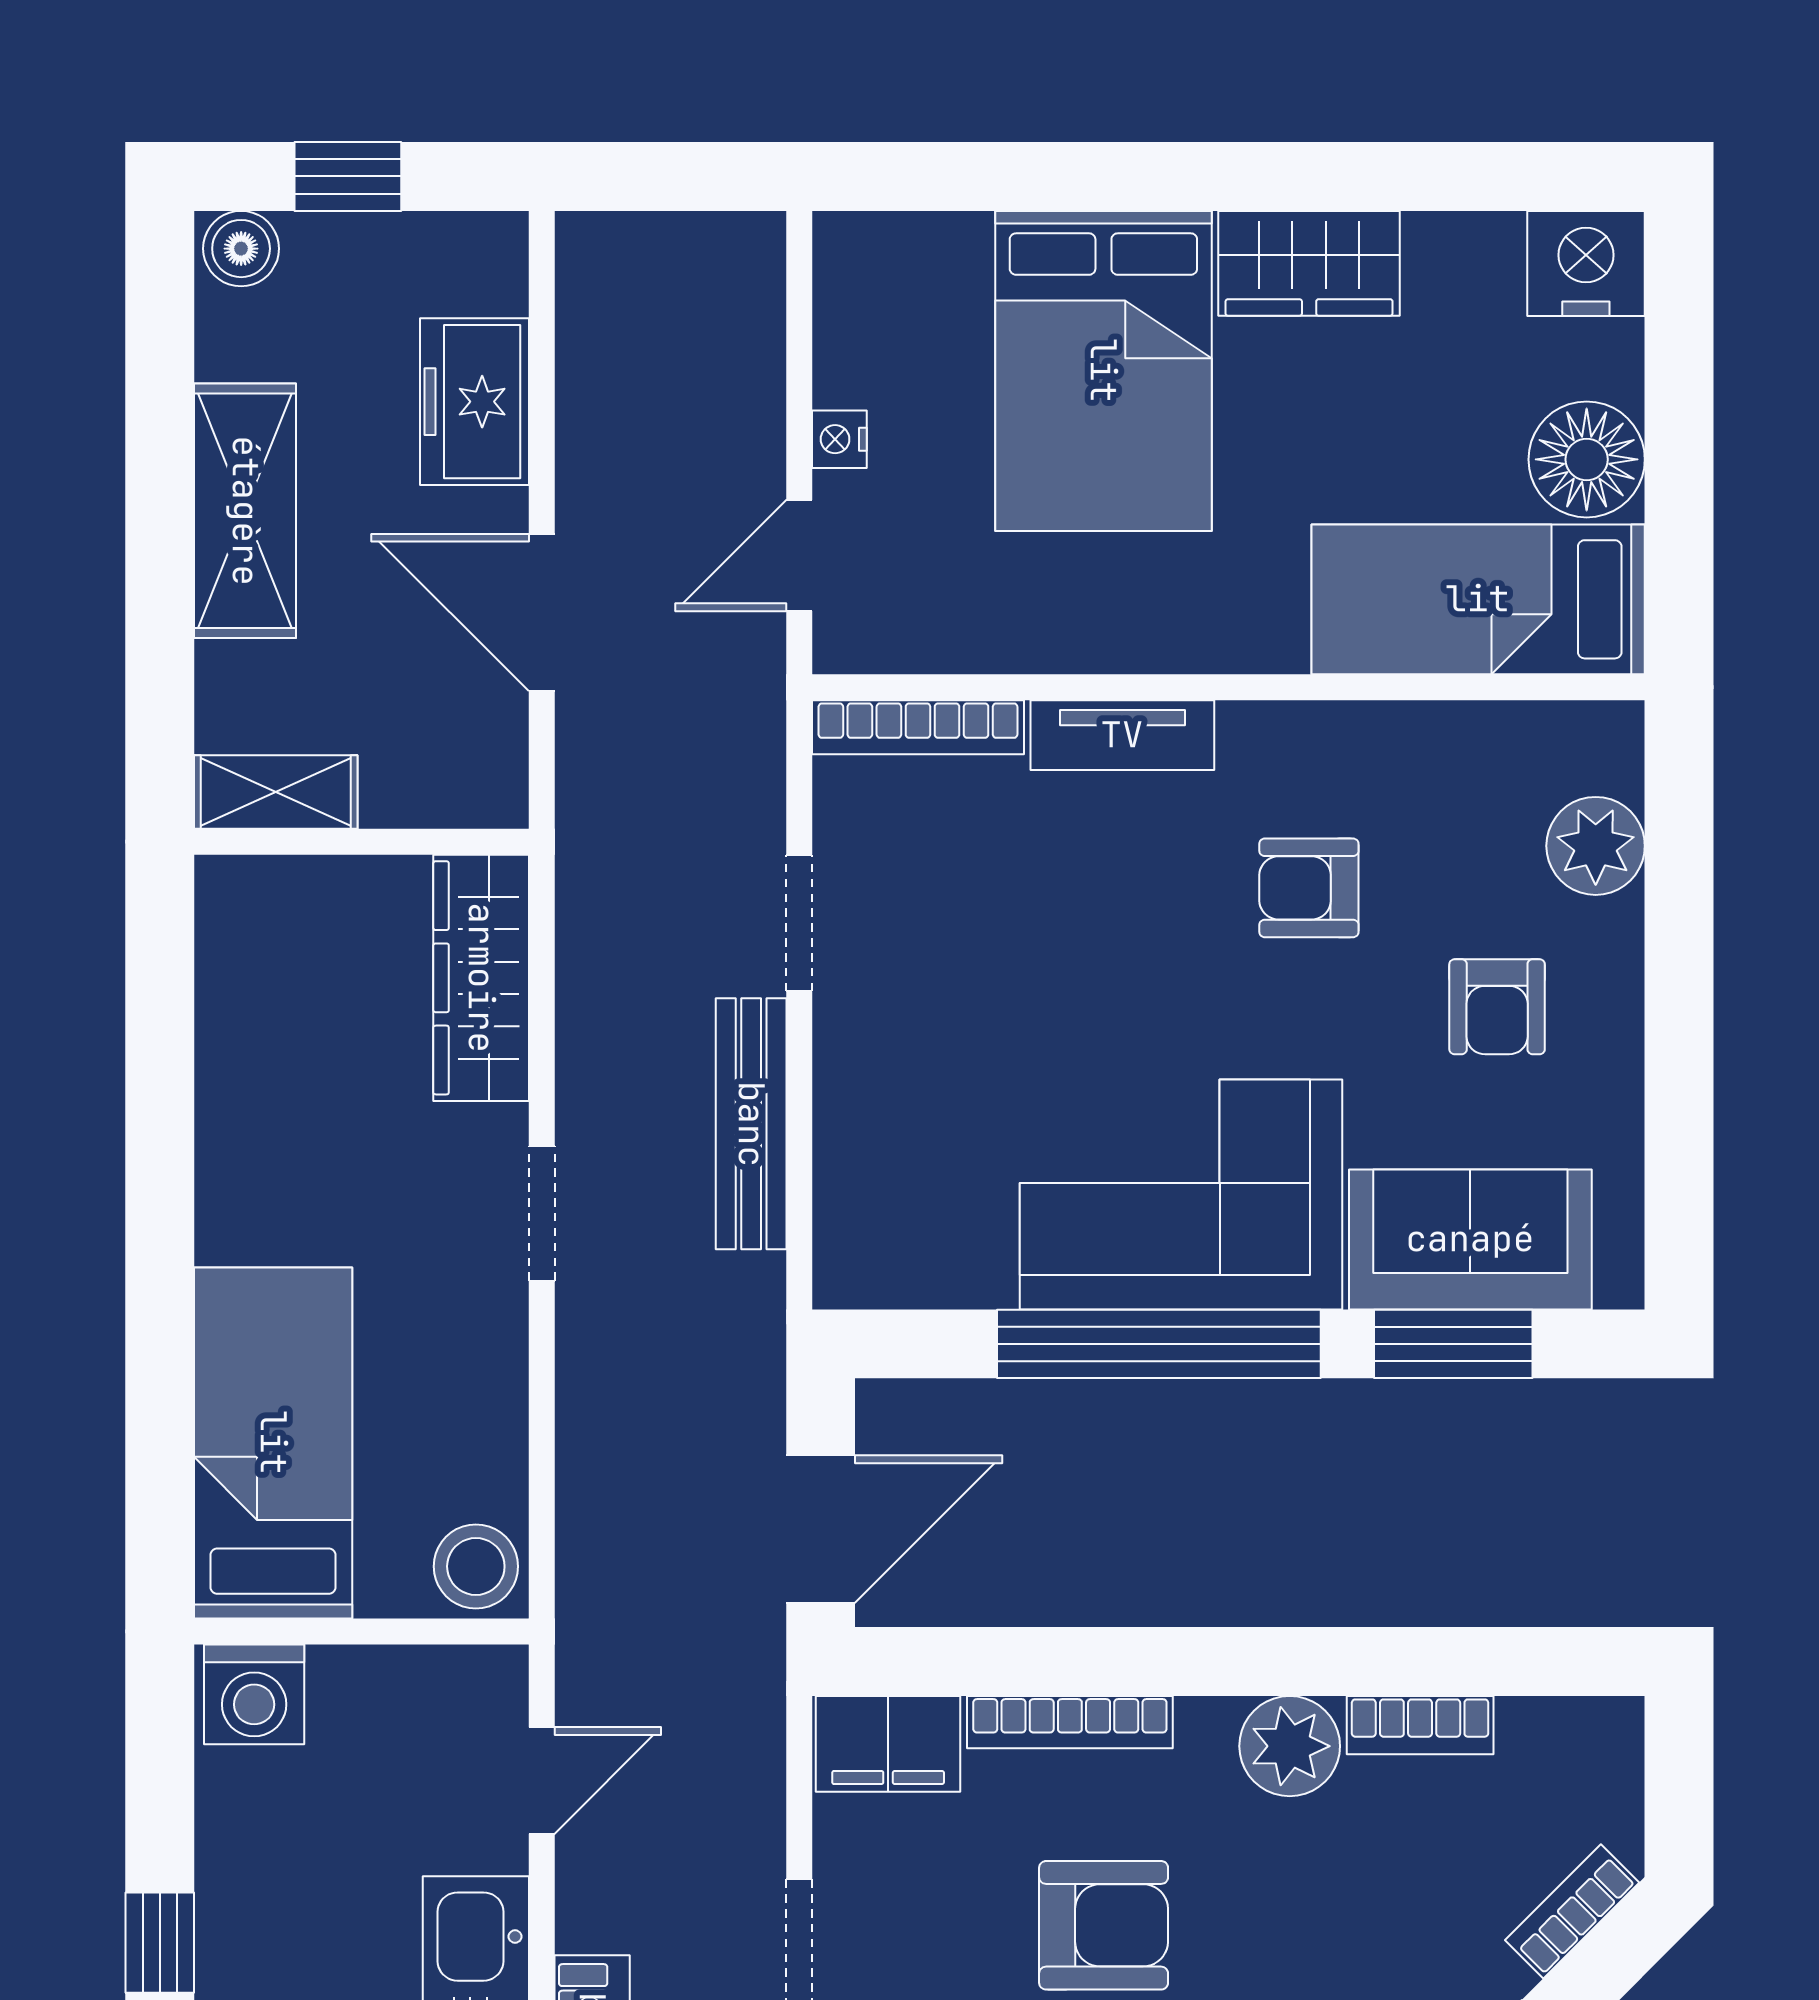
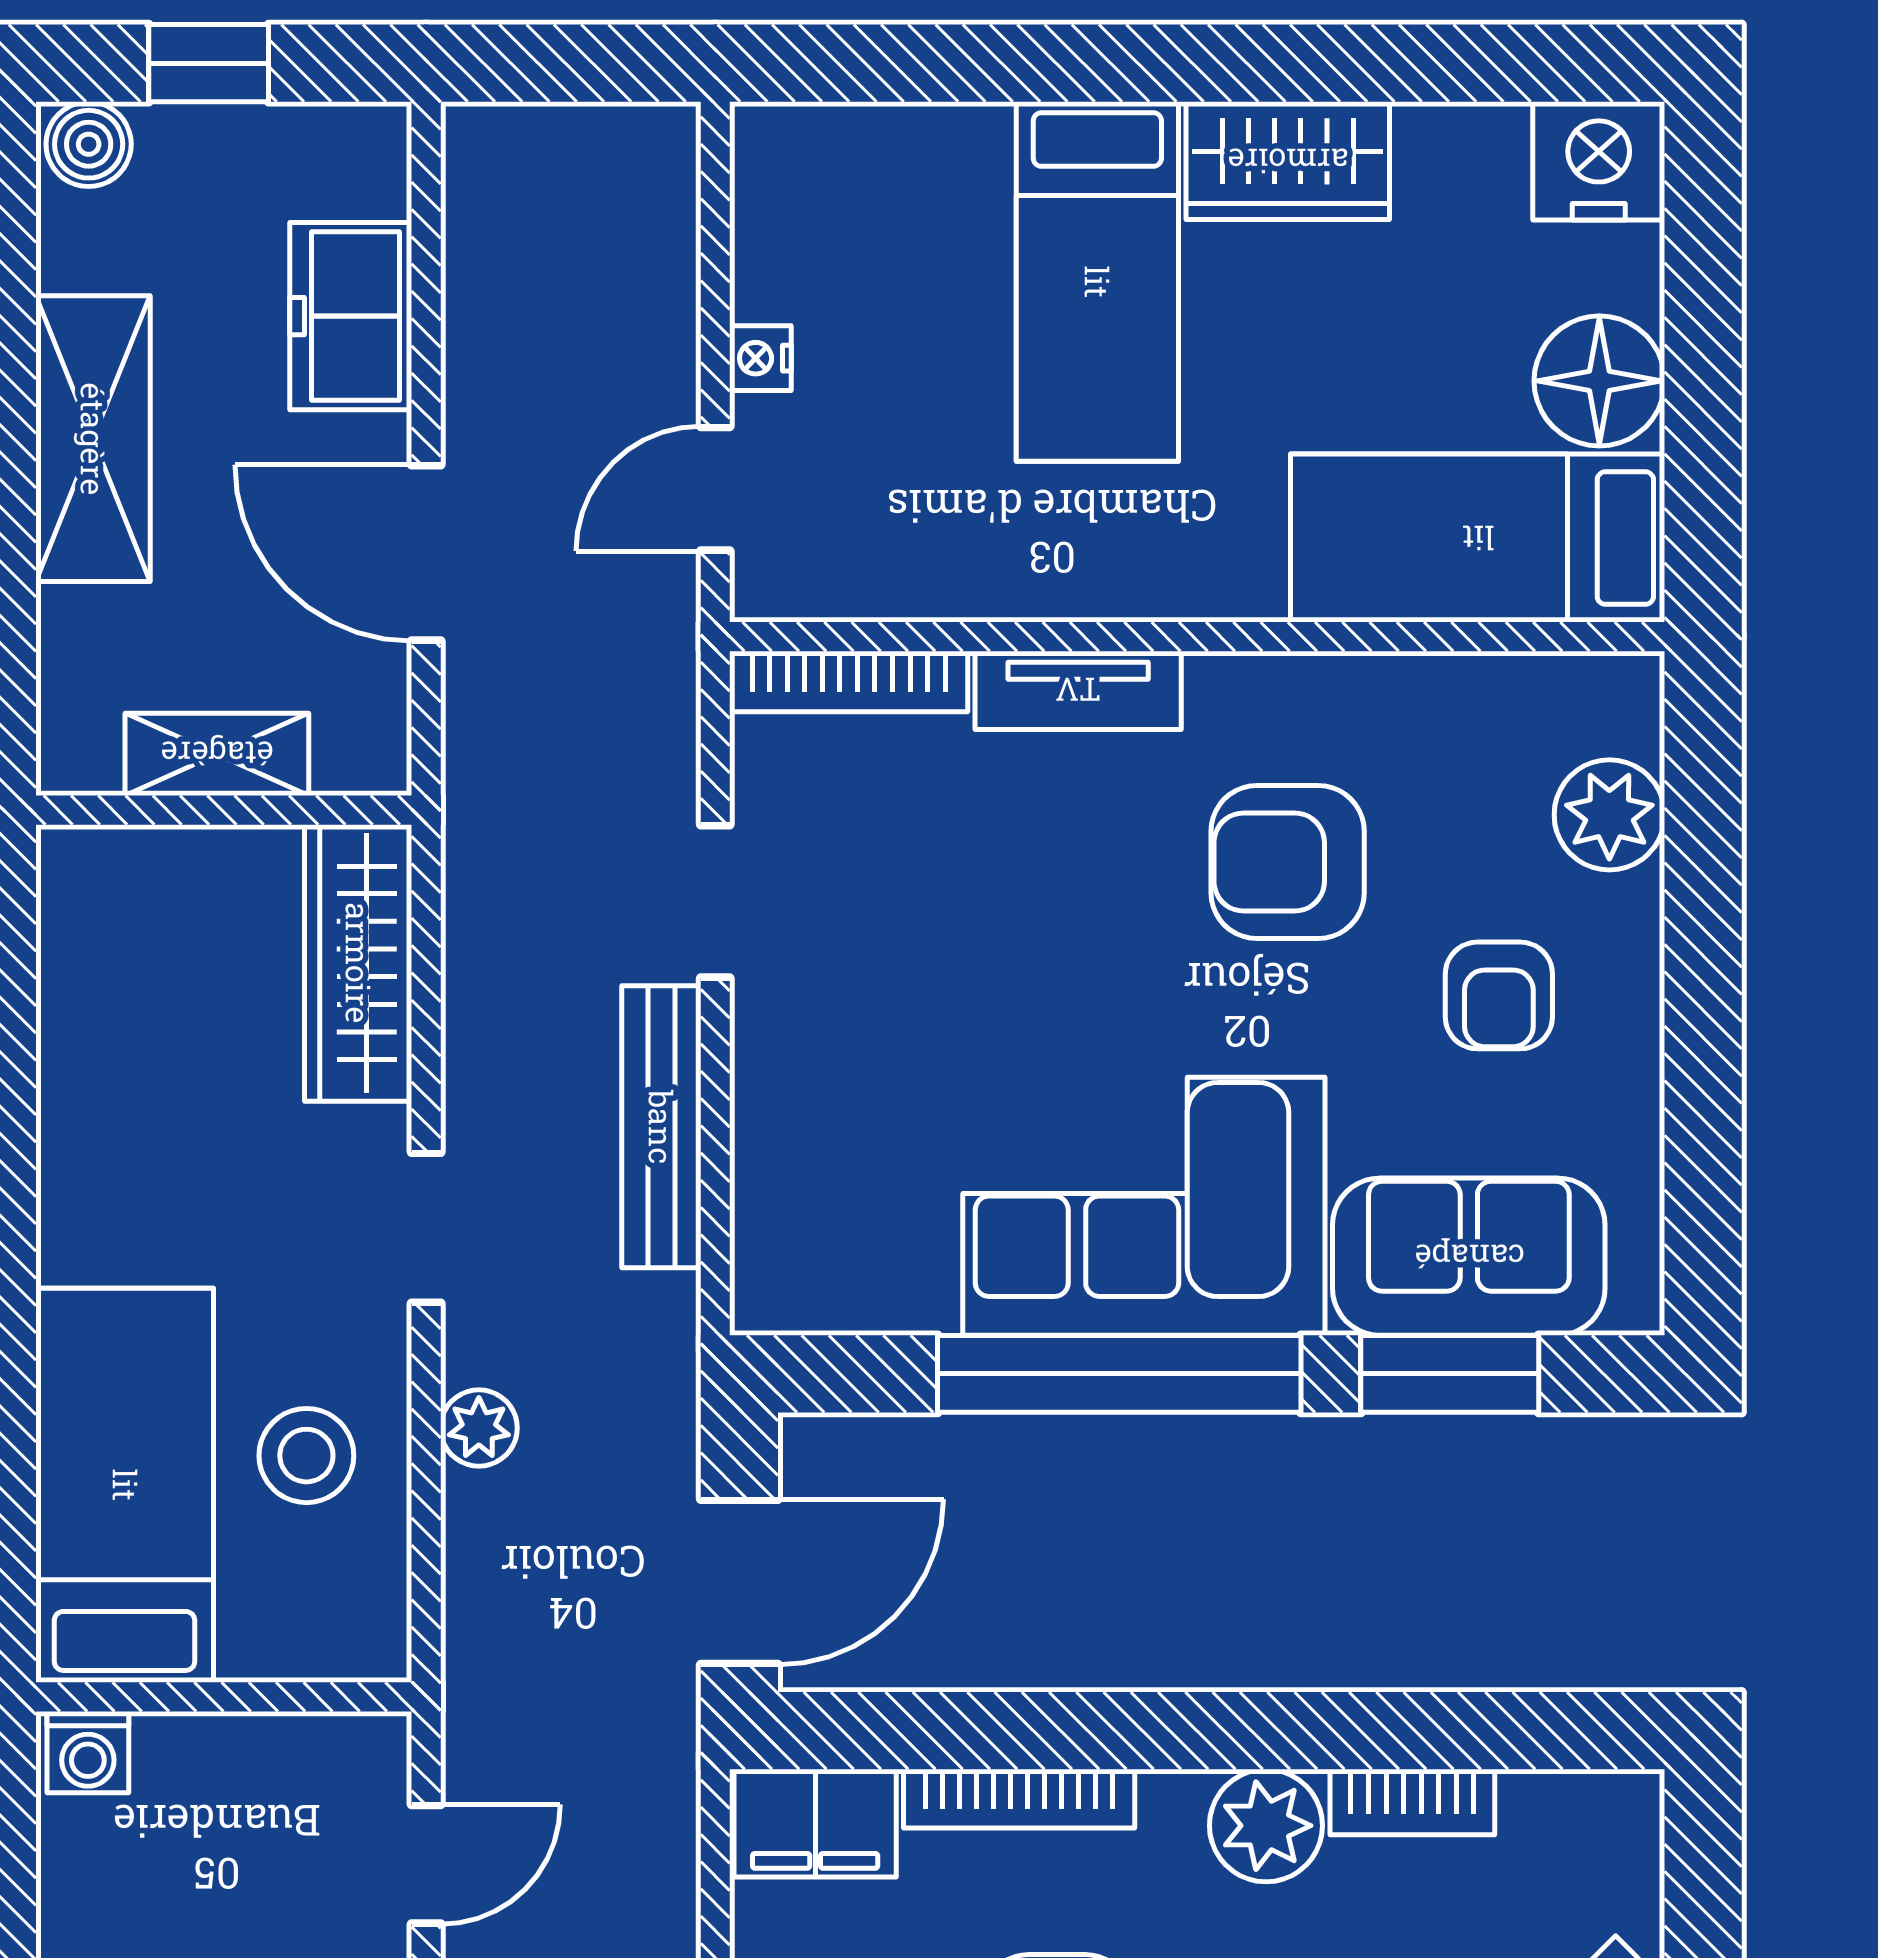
bed: (1103, 371) -> (1097, 282), width x0.67
shelving: (276, 792) -> (217, 754), moved
armchair: (1309, 888) -> (1288, 862), width x1.38, depth x1.38
plant: (589, 1392) -> (479, 1428), added
stool: (476, 1566) -> (306, 1456), moved
washing machine: (254, 1694) -> (88, 1752), width x0.73, depth x0.73

